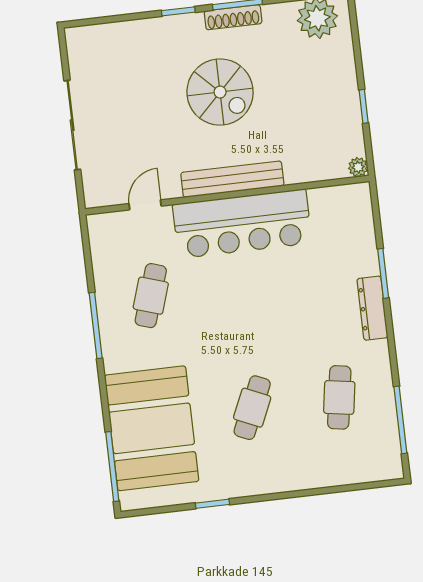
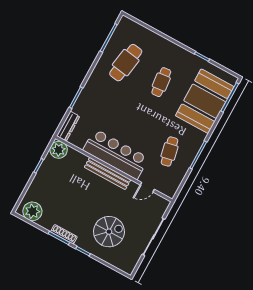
spiral stairs: (220, 92) -> (109, 232), moved, turned 90
plant: (358, 167) -> (59, 150), width x1.87, depth x1.87
cafe table: (151, 296) -> (169, 151), turned -30
dresser: (372, 308) -> (68, 126), moved
cafe table: (339, 397) -> (126, 63), width x1.37, depth x1.35
cafe table: (252, 408) -> (161, 82), turned -30

